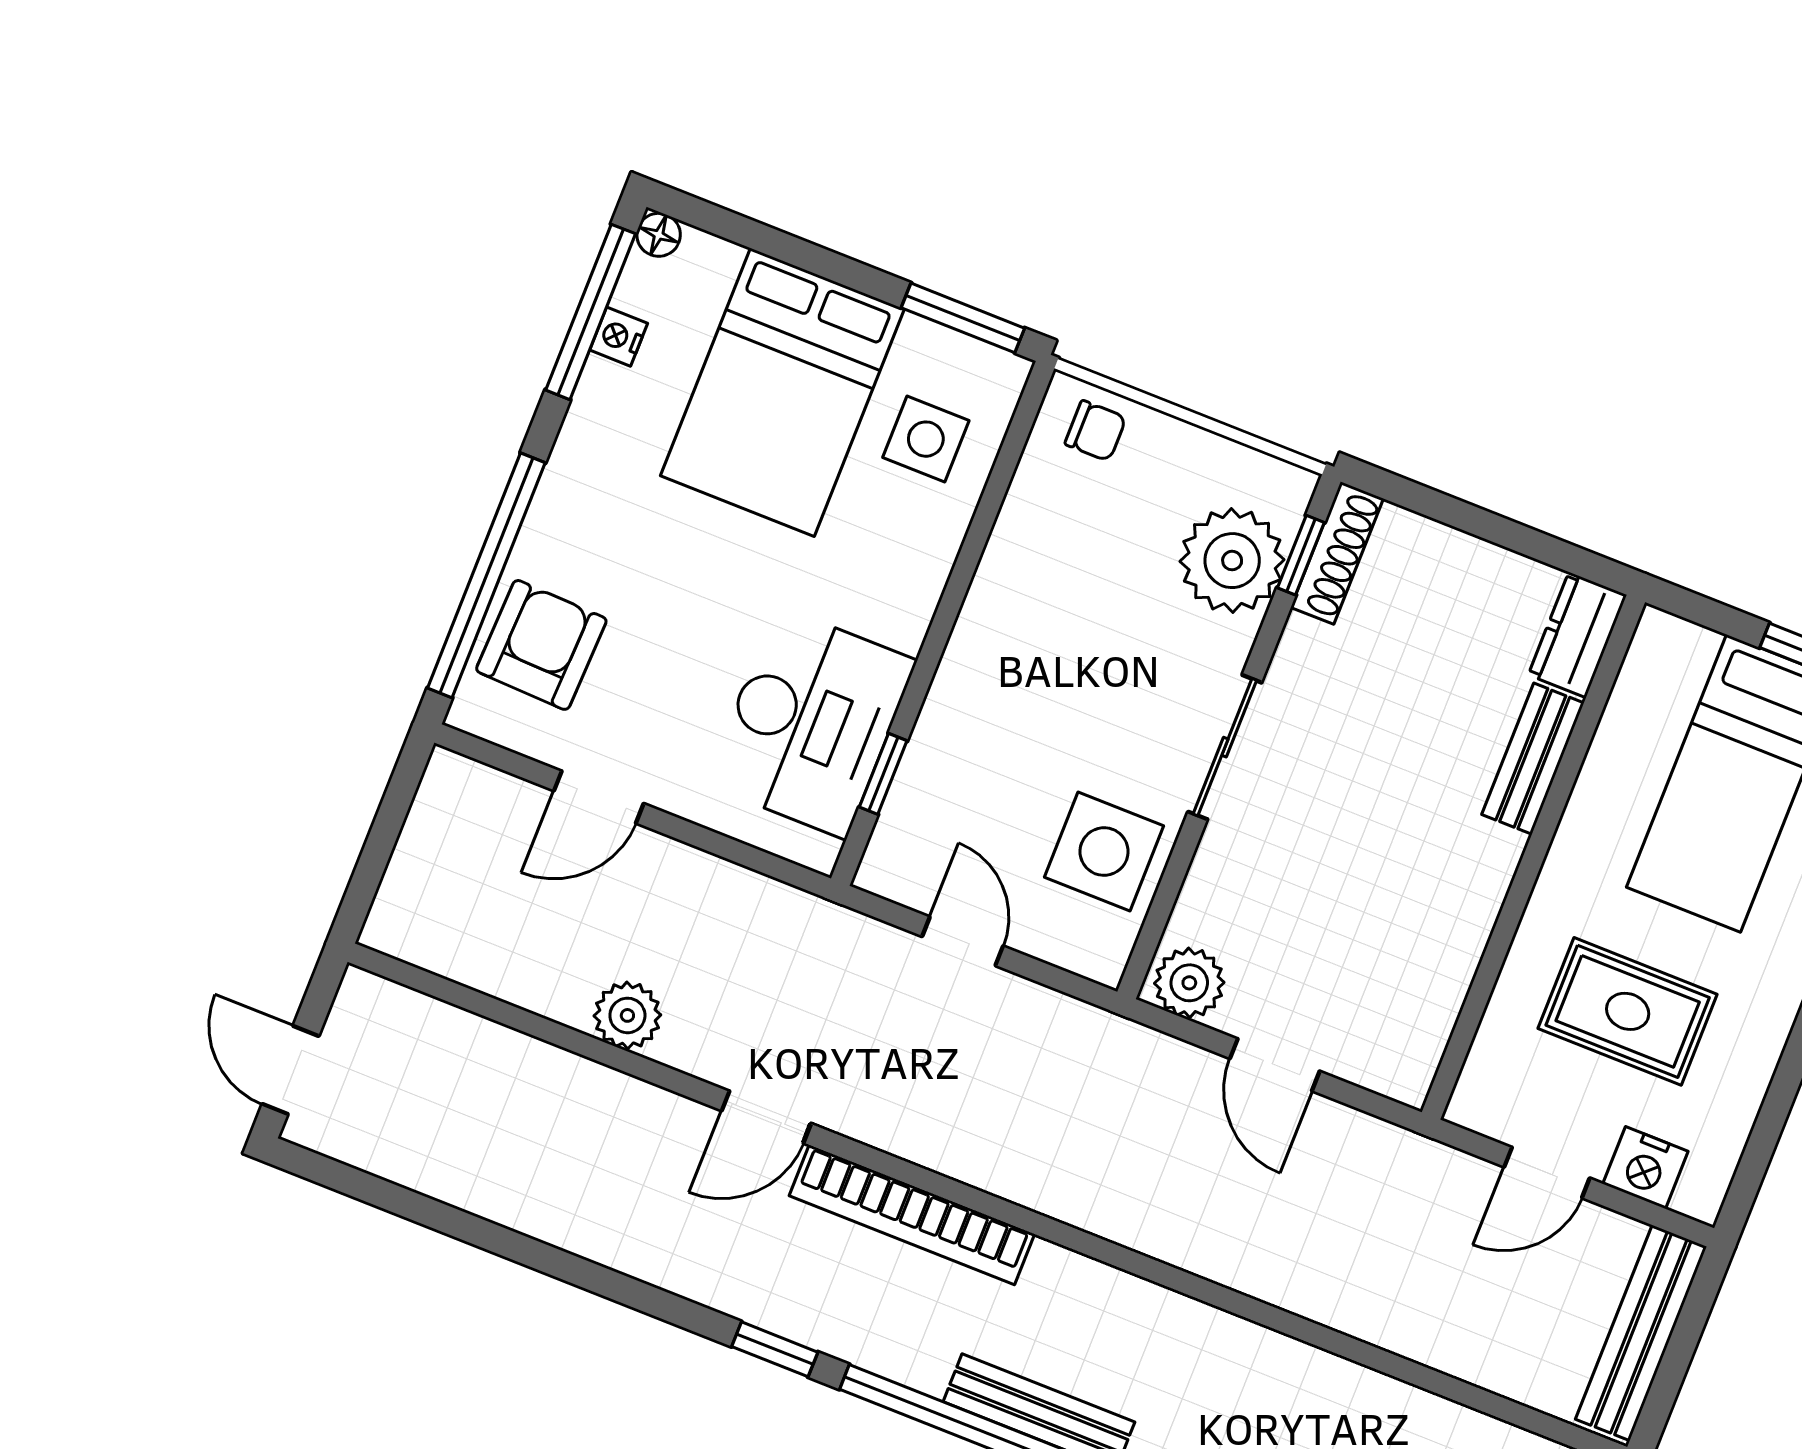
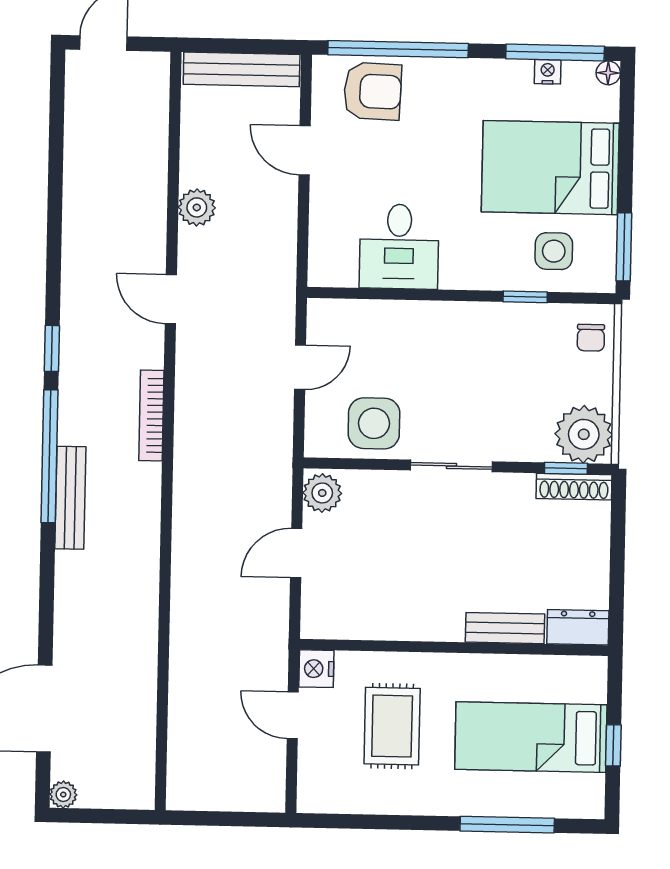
plant: (1232, 561) -> (584, 434), moved
desk: (811, 722) -> (399, 247), width x0.73
window: (883, 774) -> (525, 297), moved
nightstand: (1645, 1168) -> (316, 669), moved
bookcase: (912, 1215) -> (151, 416), width x0.68, depth x0.76
bench: (1641, 1333) -> (242, 69), moved

